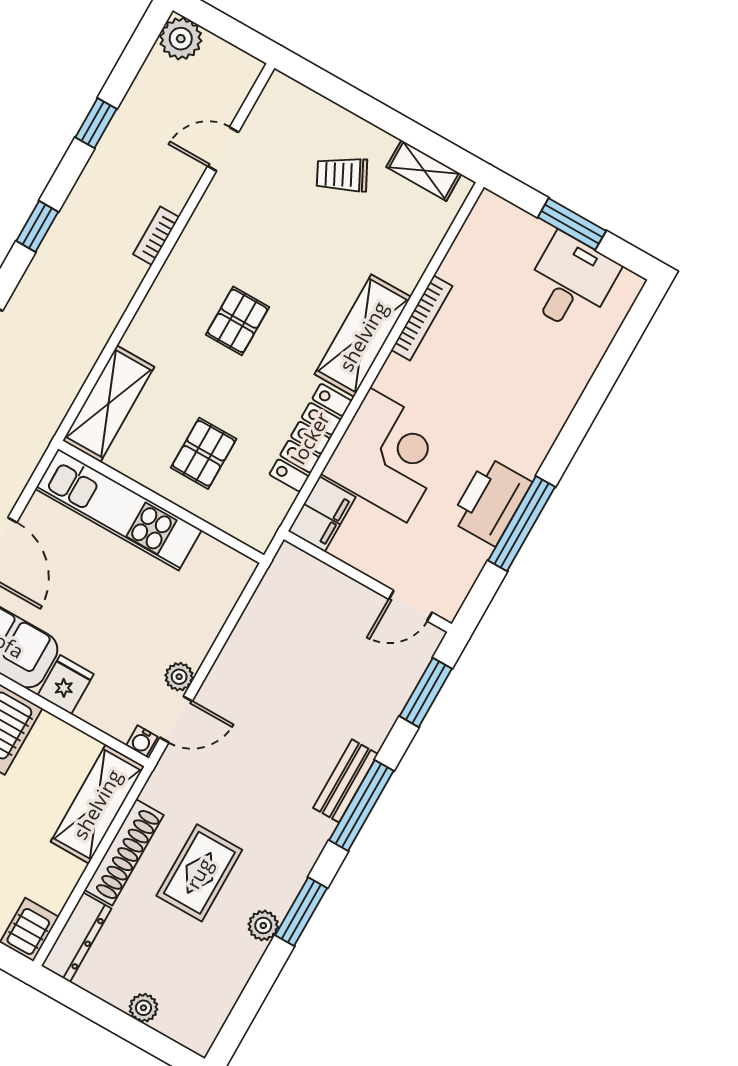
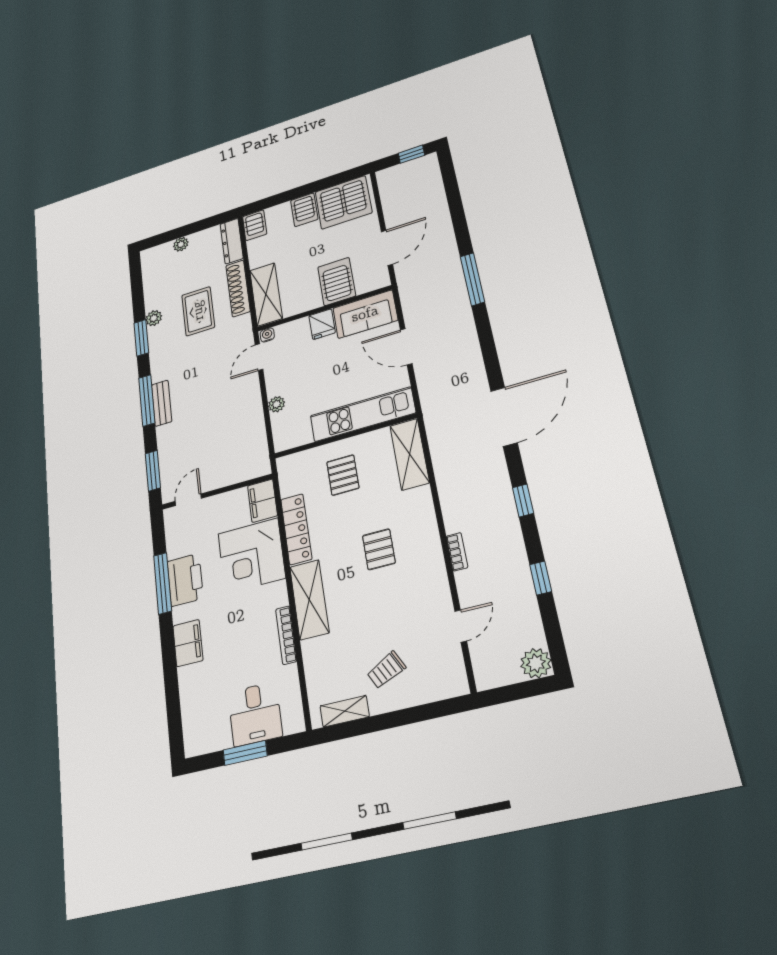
trolley: (342, 175) -> (386, 670), turned 180
desk: (570, 283) -> (255, 714), moved
filing cabinet: (545, 417) -> (188, 643), added
plant: (179, 677) -> (277, 404), moved

